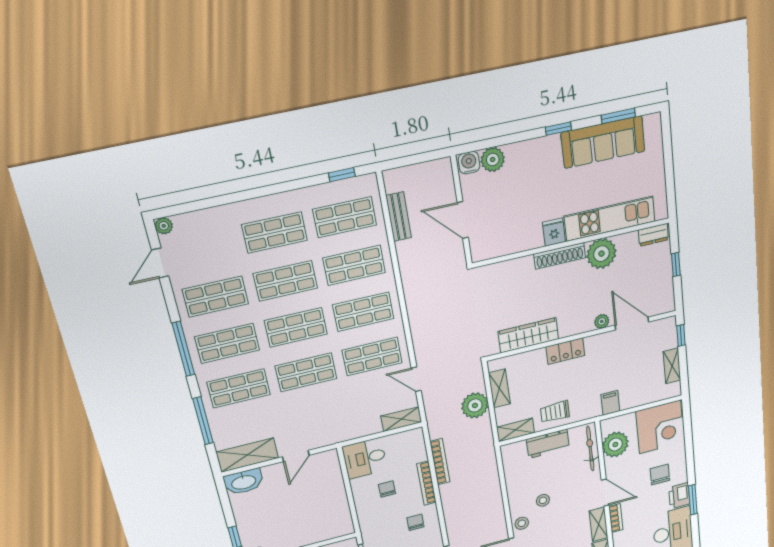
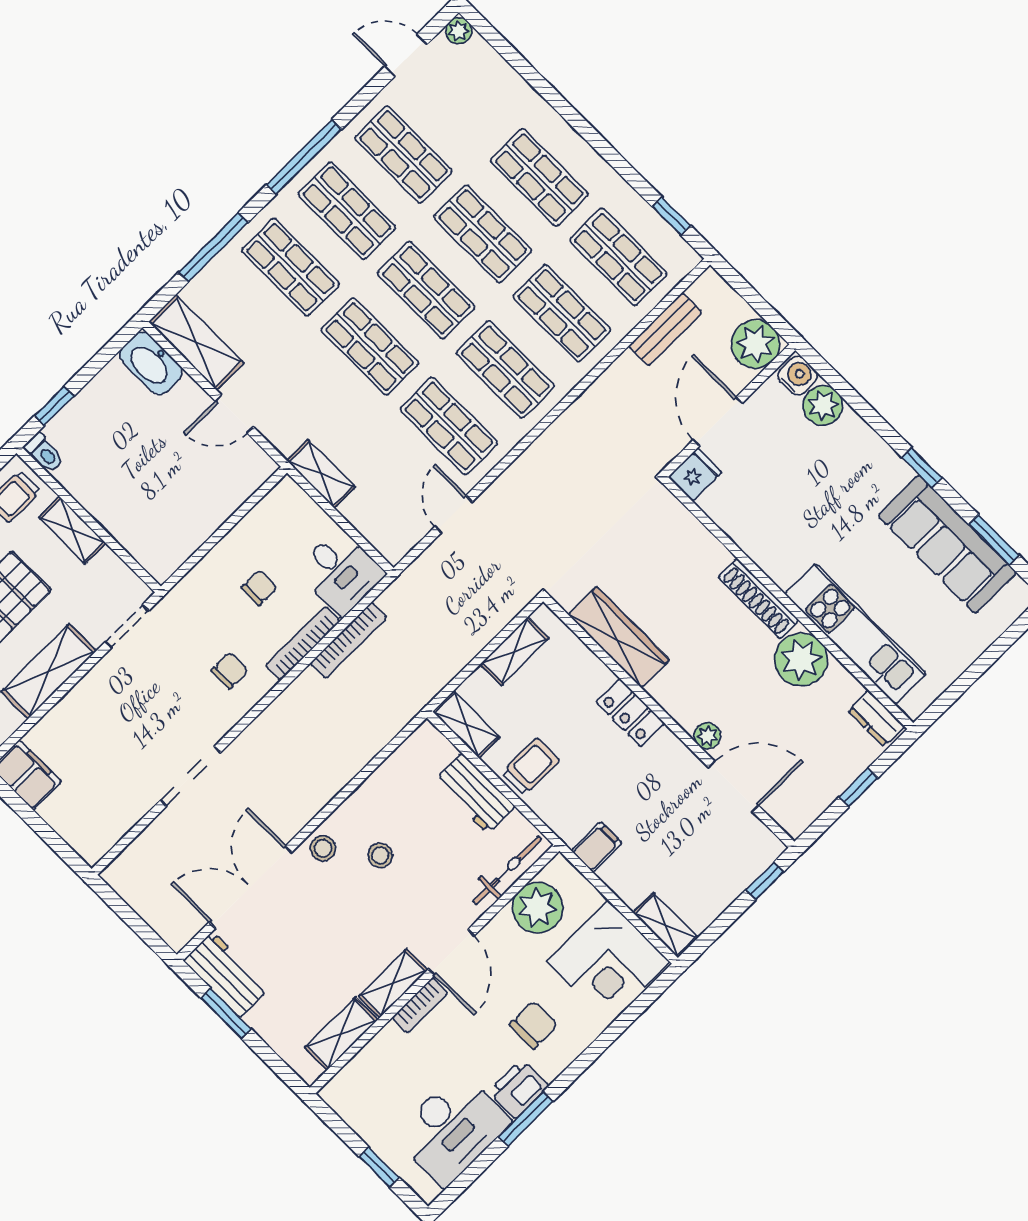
fridge: (554, 232) -> (695, 475), moved
door: (632, 323) -> (734, 787), hinge flipped
shelving: (672, 366) -> (665, 925), moved, turned 90
plant: (475, 405) -> (755, 344), moved
trolley: (555, 412) -> (530, 767), turned 90
shelving: (401, 419) -> (321, 474), moved
desk: (365, 458) -> (341, 572), moved, turned 180

